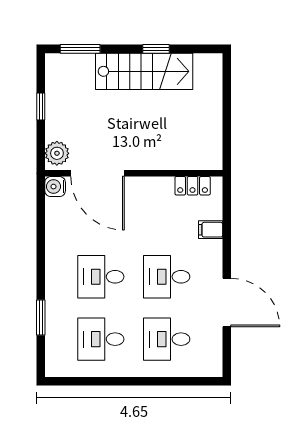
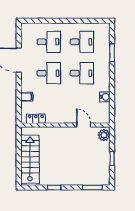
stairs: (144, 71) -> (30, 159), moved, turned 90
door: (97, 173) -> (84, 125), width x0.53
water cooler: (55, 187) -> (105, 97), moved

